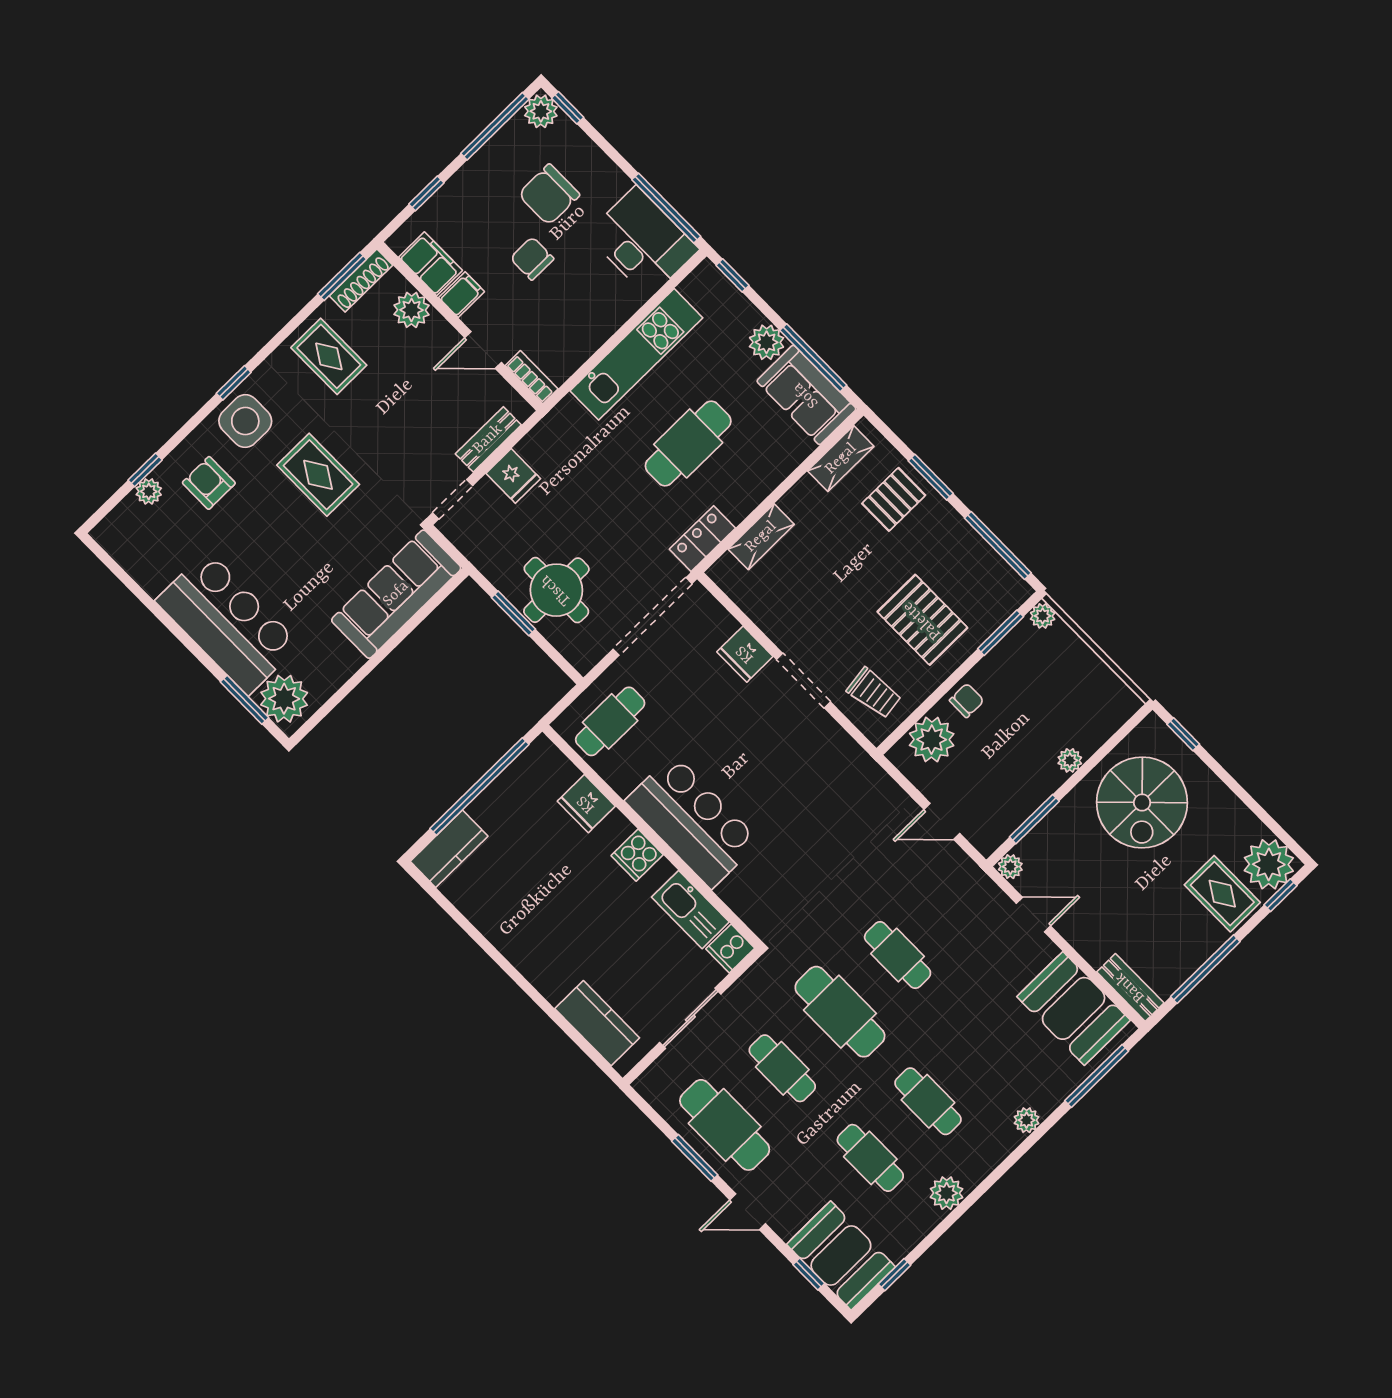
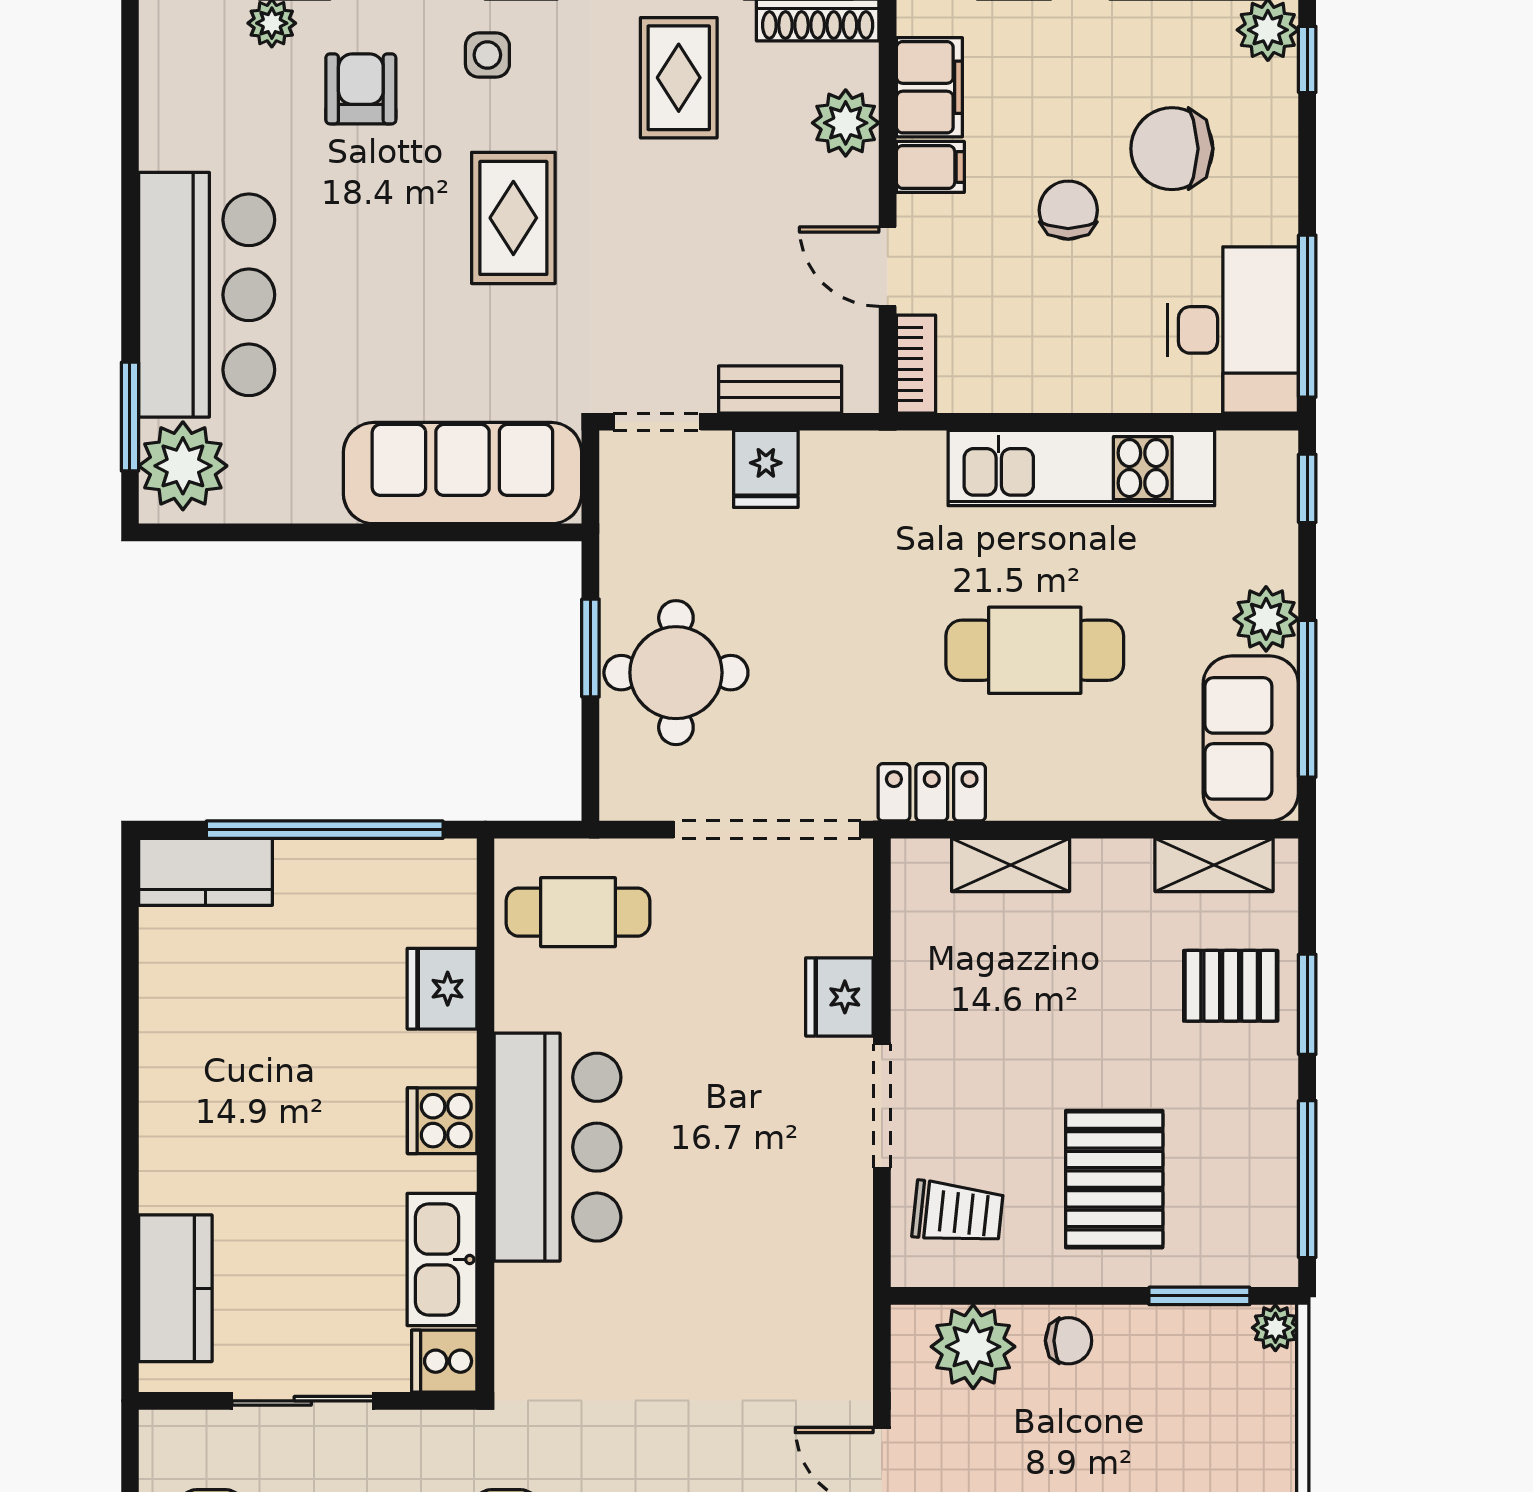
side table: (245, 421) -> (487, 55), width x0.54, depth x0.54
trolley: (874, 693) -> (958, 1213), turned -76

